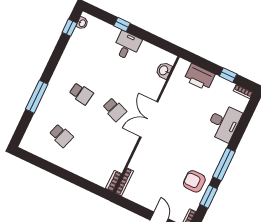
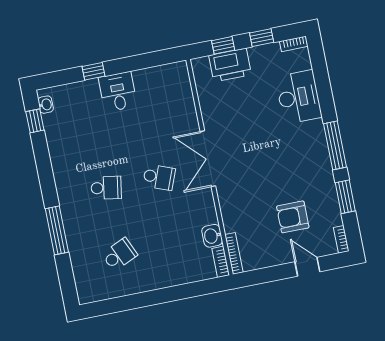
window: (204, 63) -> (223, 45), added
washbasin: (164, 70) -> (212, 236), moved
school desk: (61, 136) -> (120, 255), turned -42
armchair: (194, 181) -> (293, 217), moved

